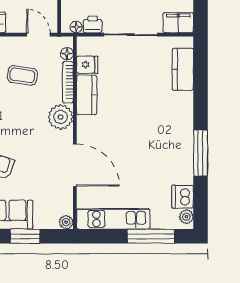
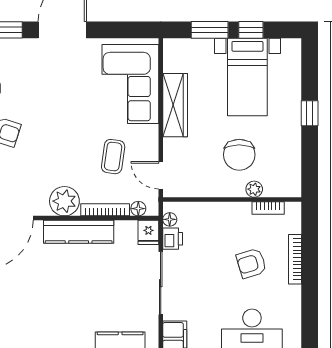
door: (38, 35) -> (161, 175), swing flipped
fridge: (87, 65) -> (148, 232), moved
kitchen counter: (87, 95) -> (79, 232), width x1.50

